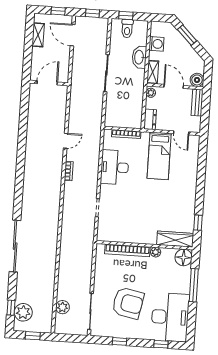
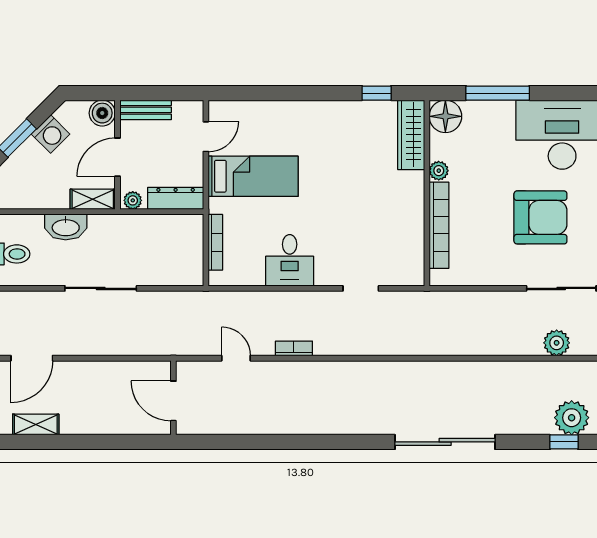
washing machine: (156, 44) -> (51, 134), moved, turned 135
door: (47, 83) -> (173, 401), moved
wall: (49, 83) -> (173, 398), moved
dresser: (150, 119) -> (176, 198), width x1.44
desk: (115, 167) -> (290, 260), width x0.73
armchair: (128, 303) -> (540, 217), turned 79

